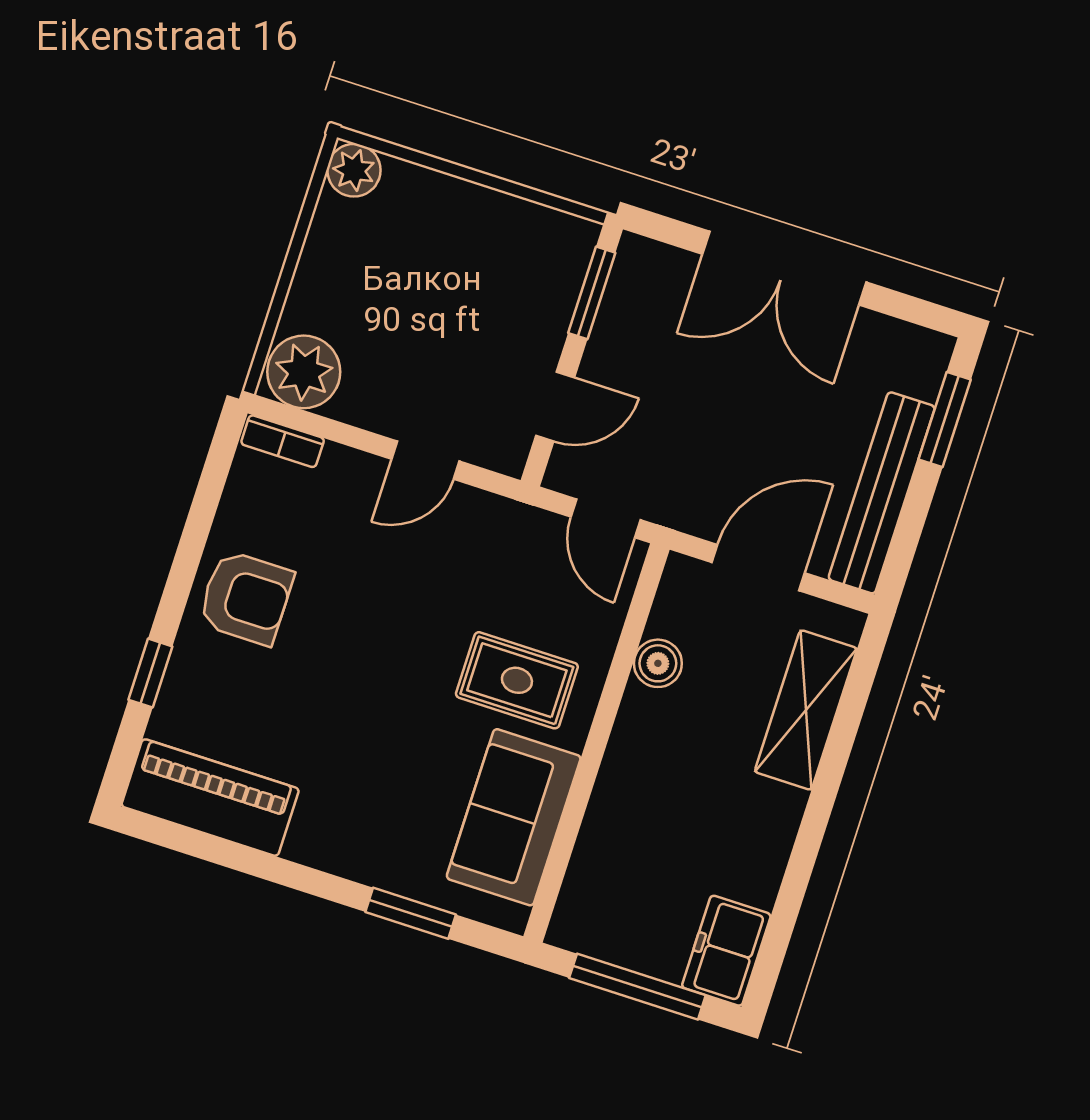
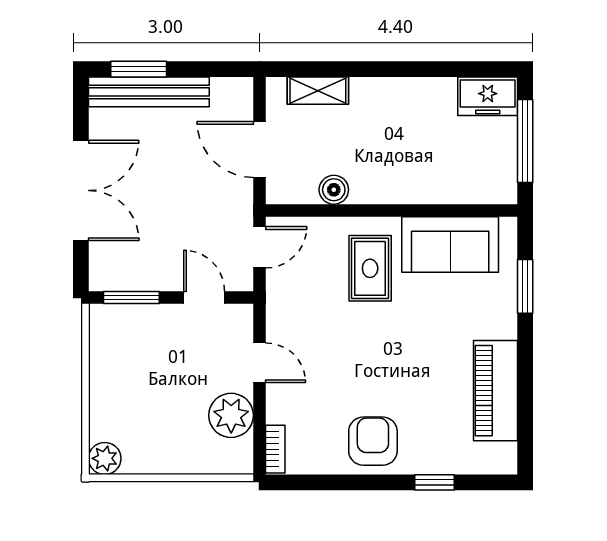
plant: (304, 372) -> (231, 415), moved
bench: (882, 493) -> (149, 92), moved
shelving: (806, 710) -> (318, 91), width x0.67, depth x0.75
piano: (210, 798) -> (496, 391), moved

